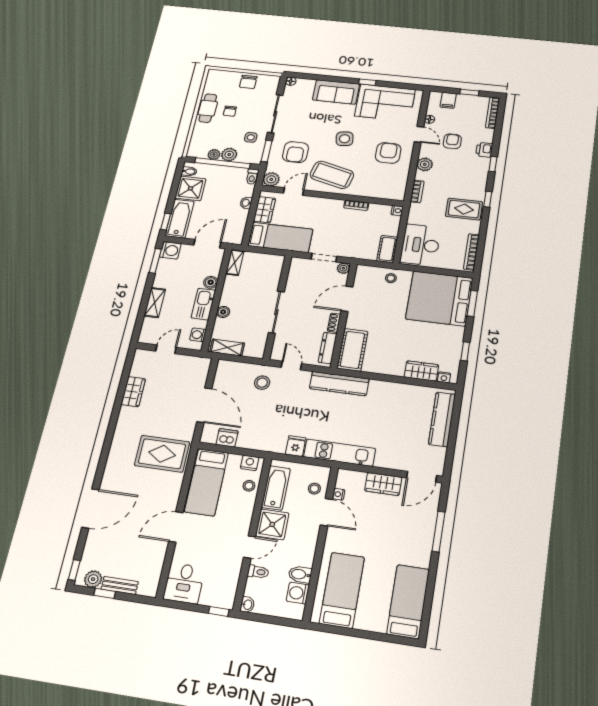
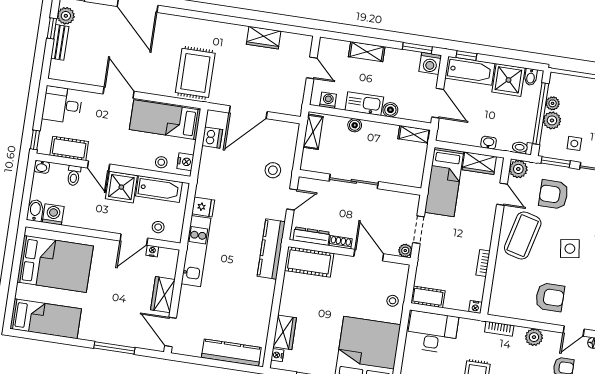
bidet: (300, 574) -> (35, 210), moved
cot: (230, 576) -> (69, 148), added
bed: (342, 590) -> (55, 264), width x1.50

